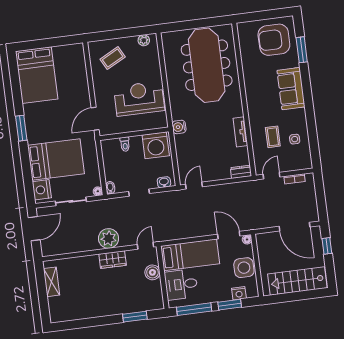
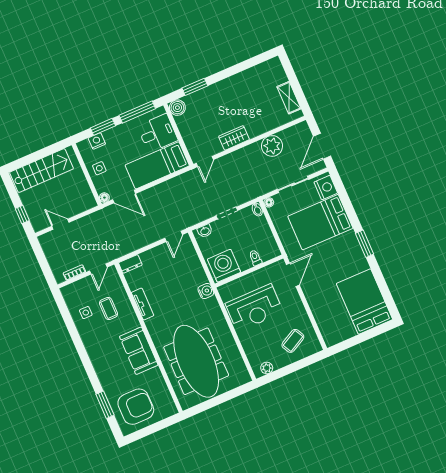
sofa: (291, 89) -> (139, 351), moved, turned 180
door: (294, 227) -> (60, 224), width x0.53
plant: (109, 238) -> (272, 146), moved
side table: (244, 268) -> (99, 168), width x0.54, depth x0.54
boiler: (152, 272) -> (177, 108), moved

